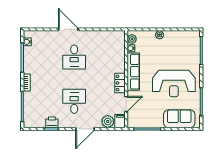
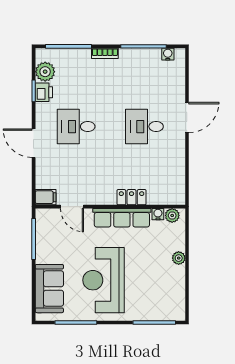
locker: (120, 83) -> (132, 197), moved
desk: (74, 101) -> (76, 127), turned 180
plant: (108, 121) -> (45, 72), moved

